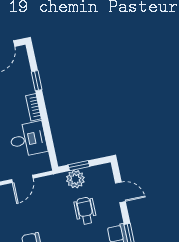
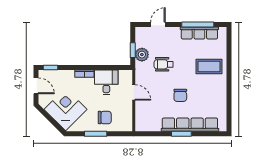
window: (37, 81) -> (51, 67), moved
wheelchair: (85, 211) -> (164, 64), moved

